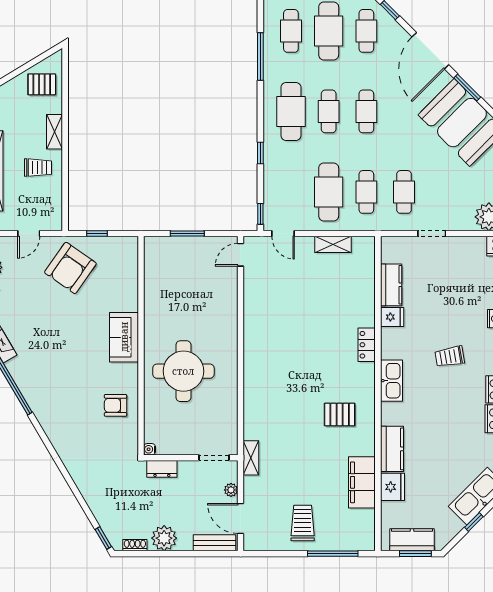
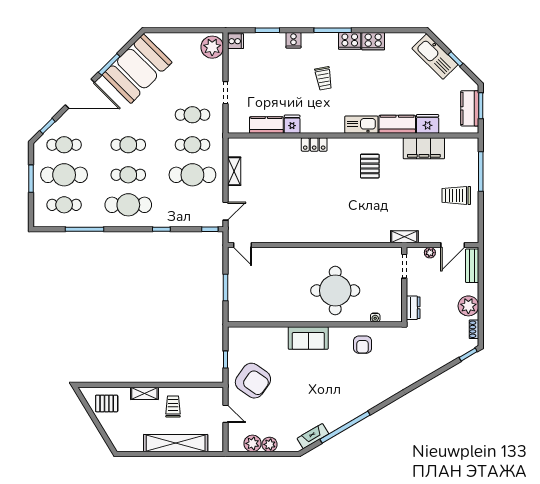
pallet: (42, 84) -> (107, 403), turned 90
kitchen sink: (392, 381) -> (361, 125), moved
water cooler: (150, 449) -> (375, 318), moved

